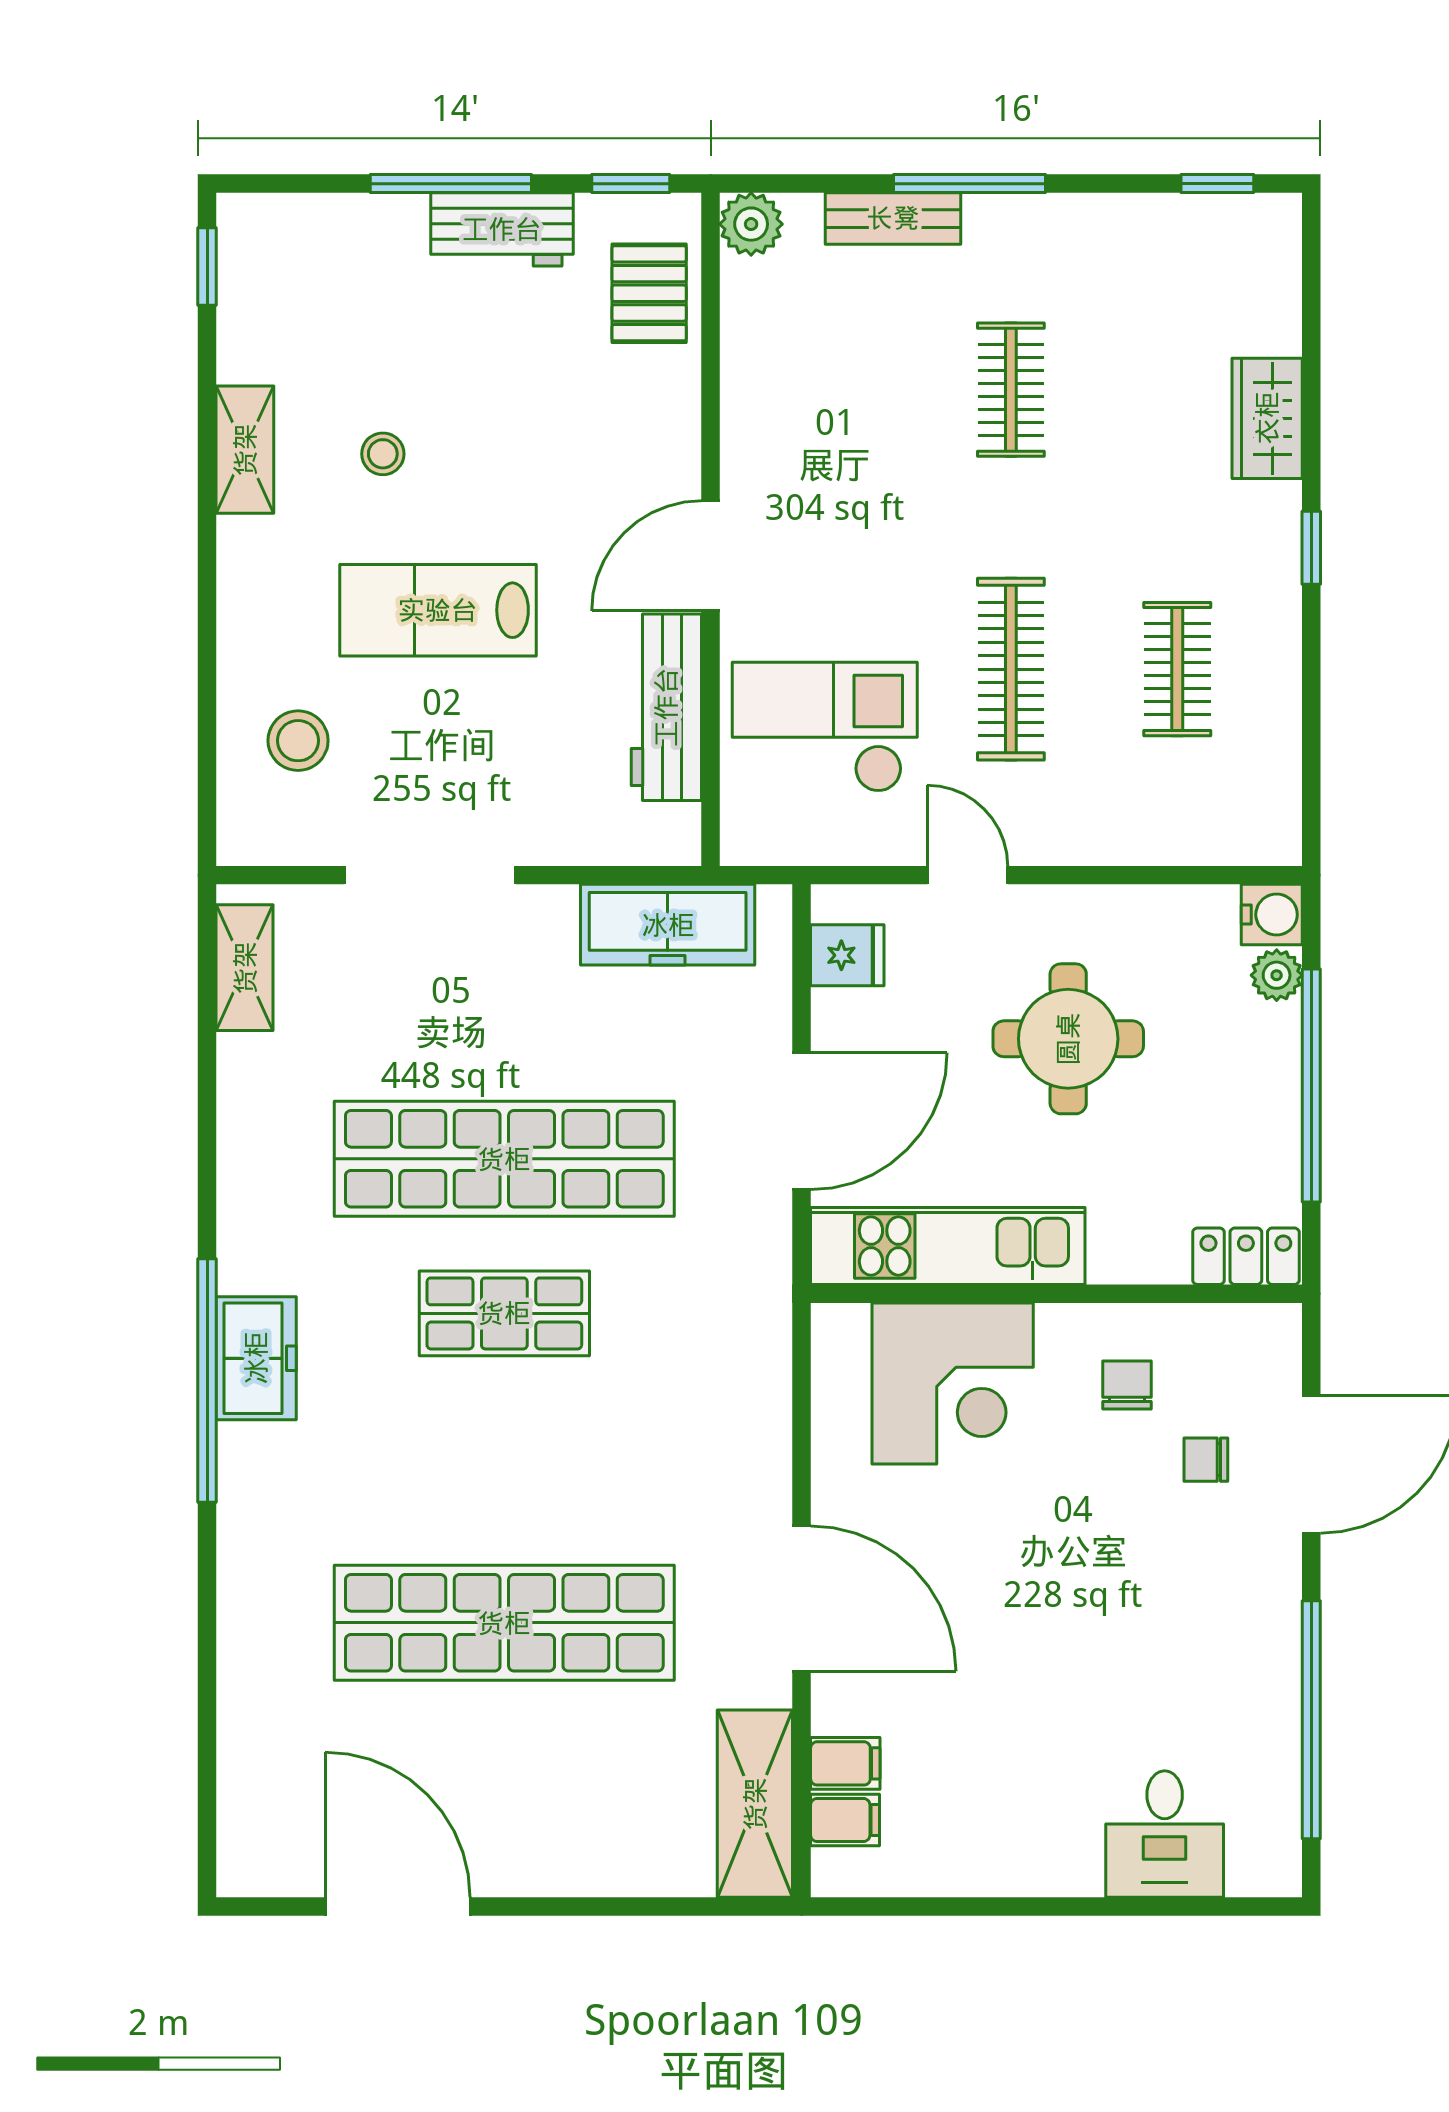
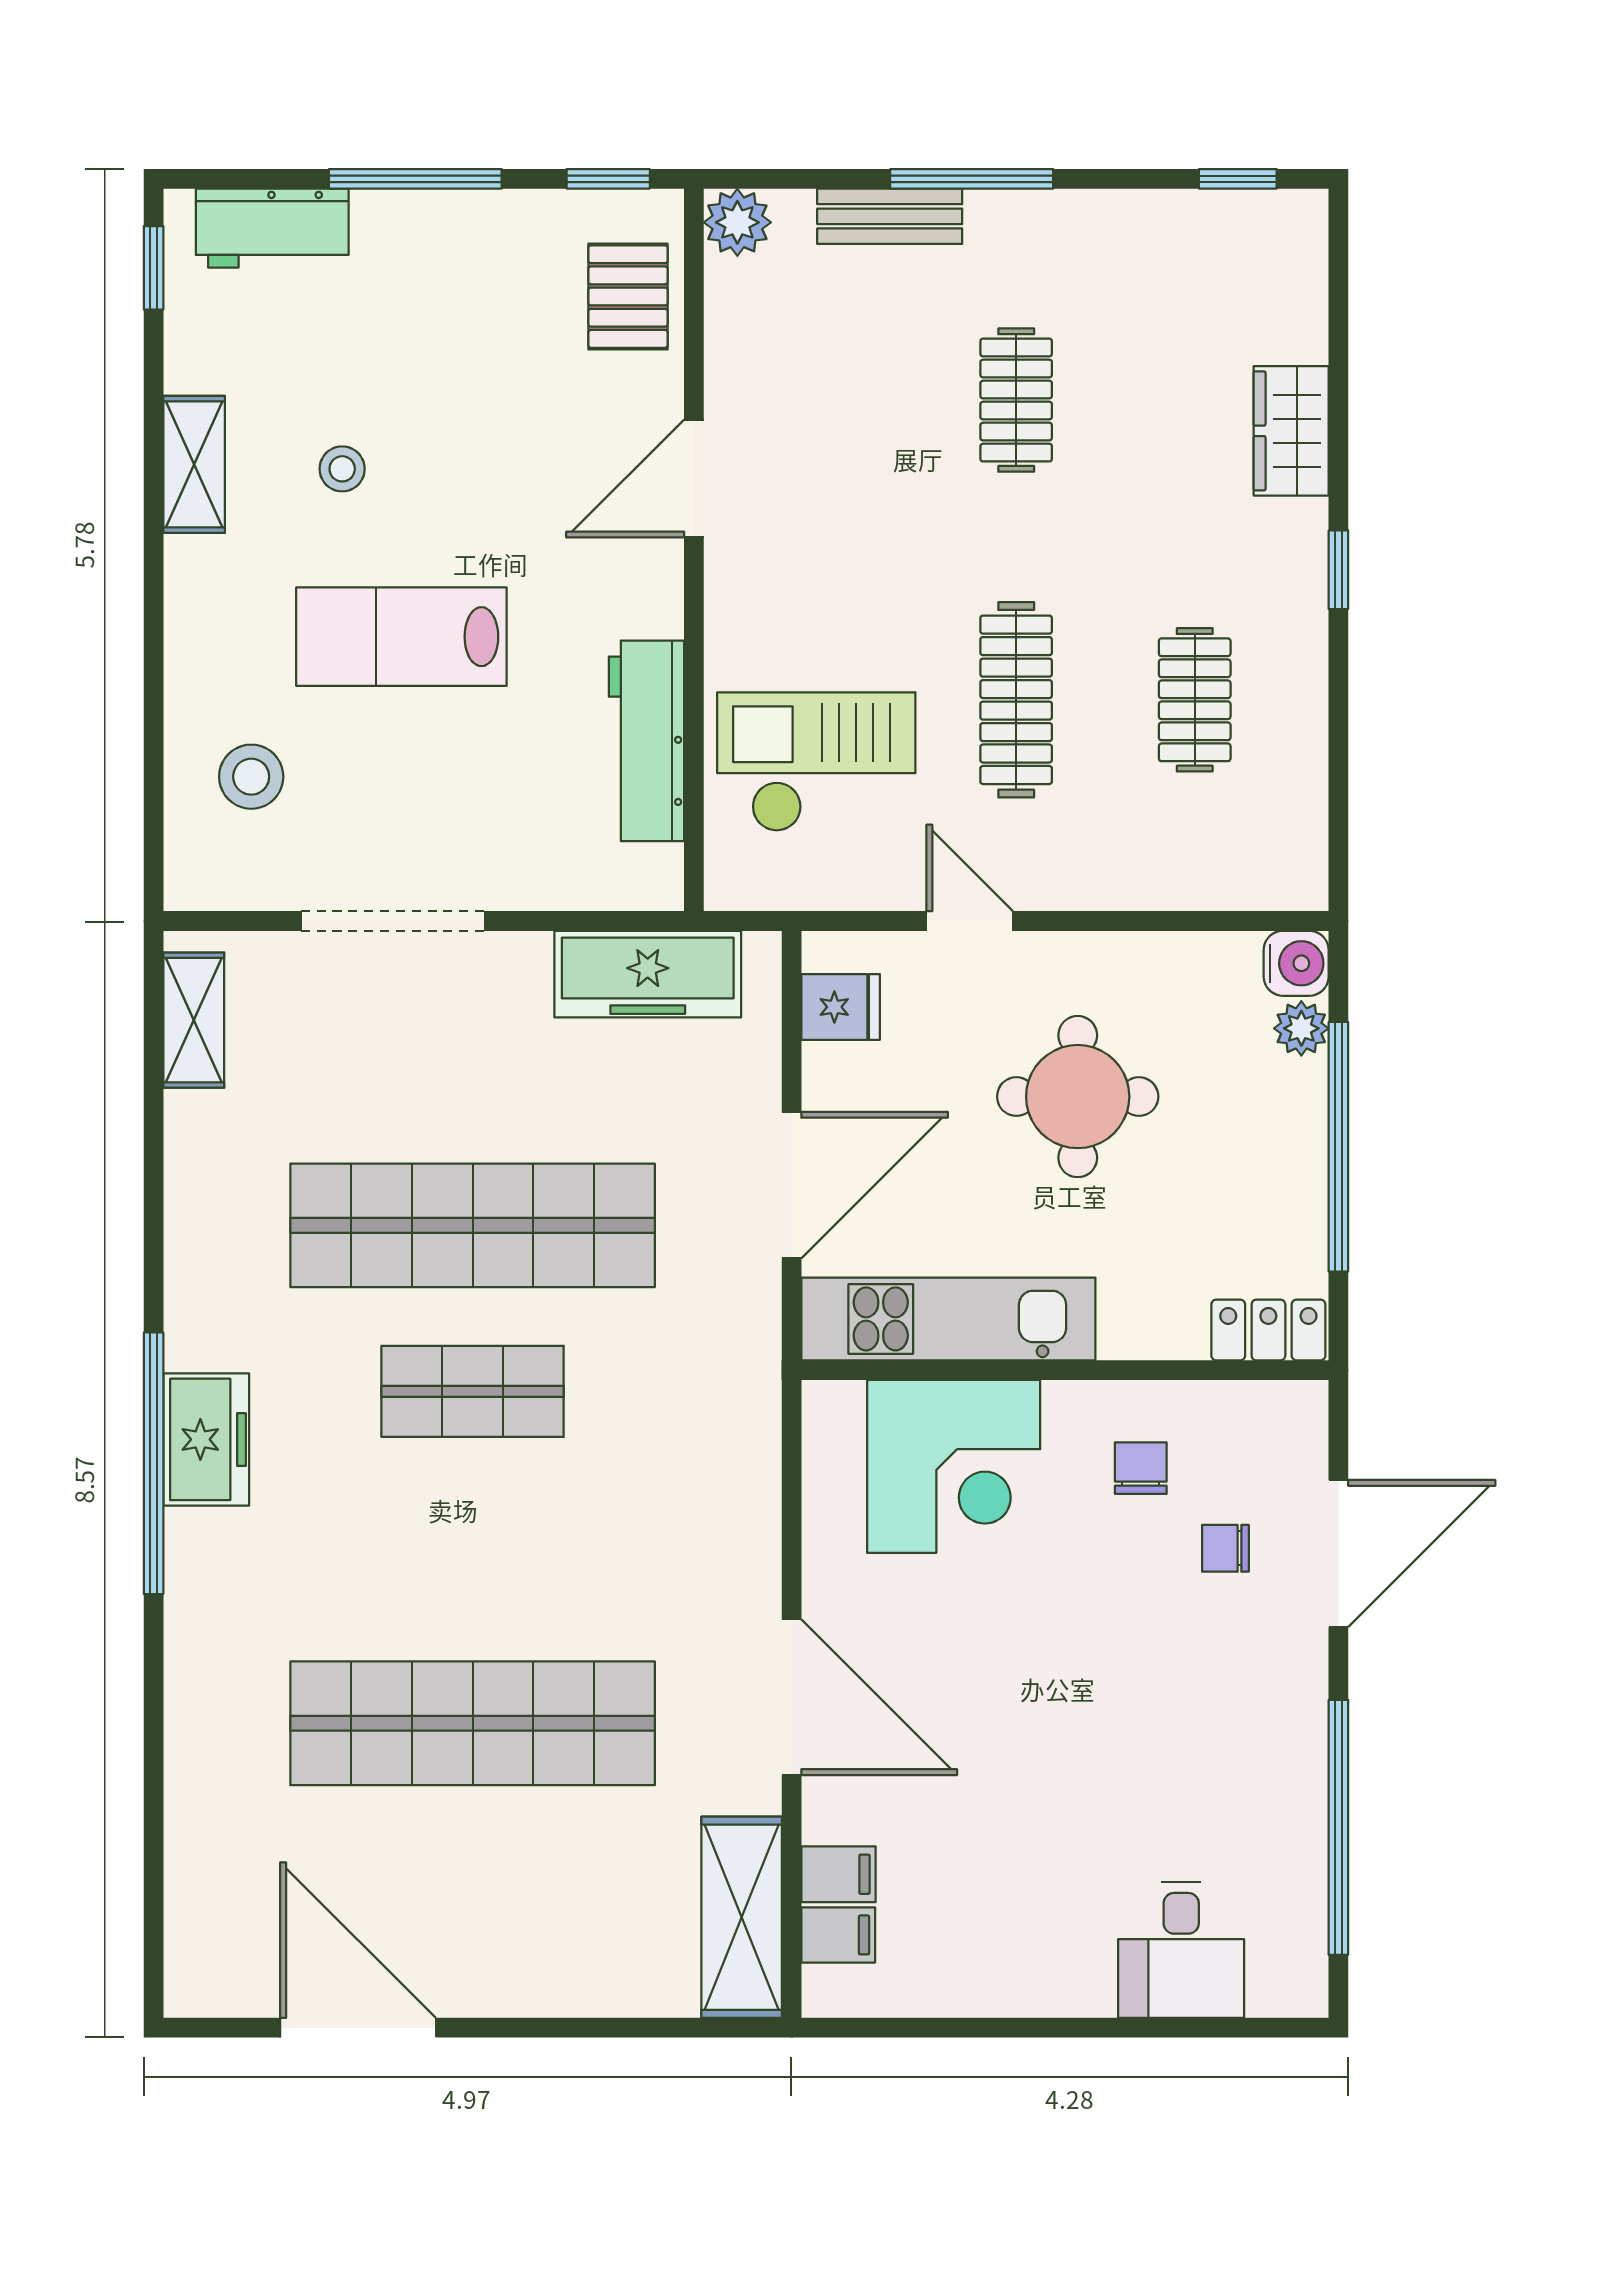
workbench: (502, 229) -> (272, 228), moved
door: (711, 556) -> (694, 479), moved

